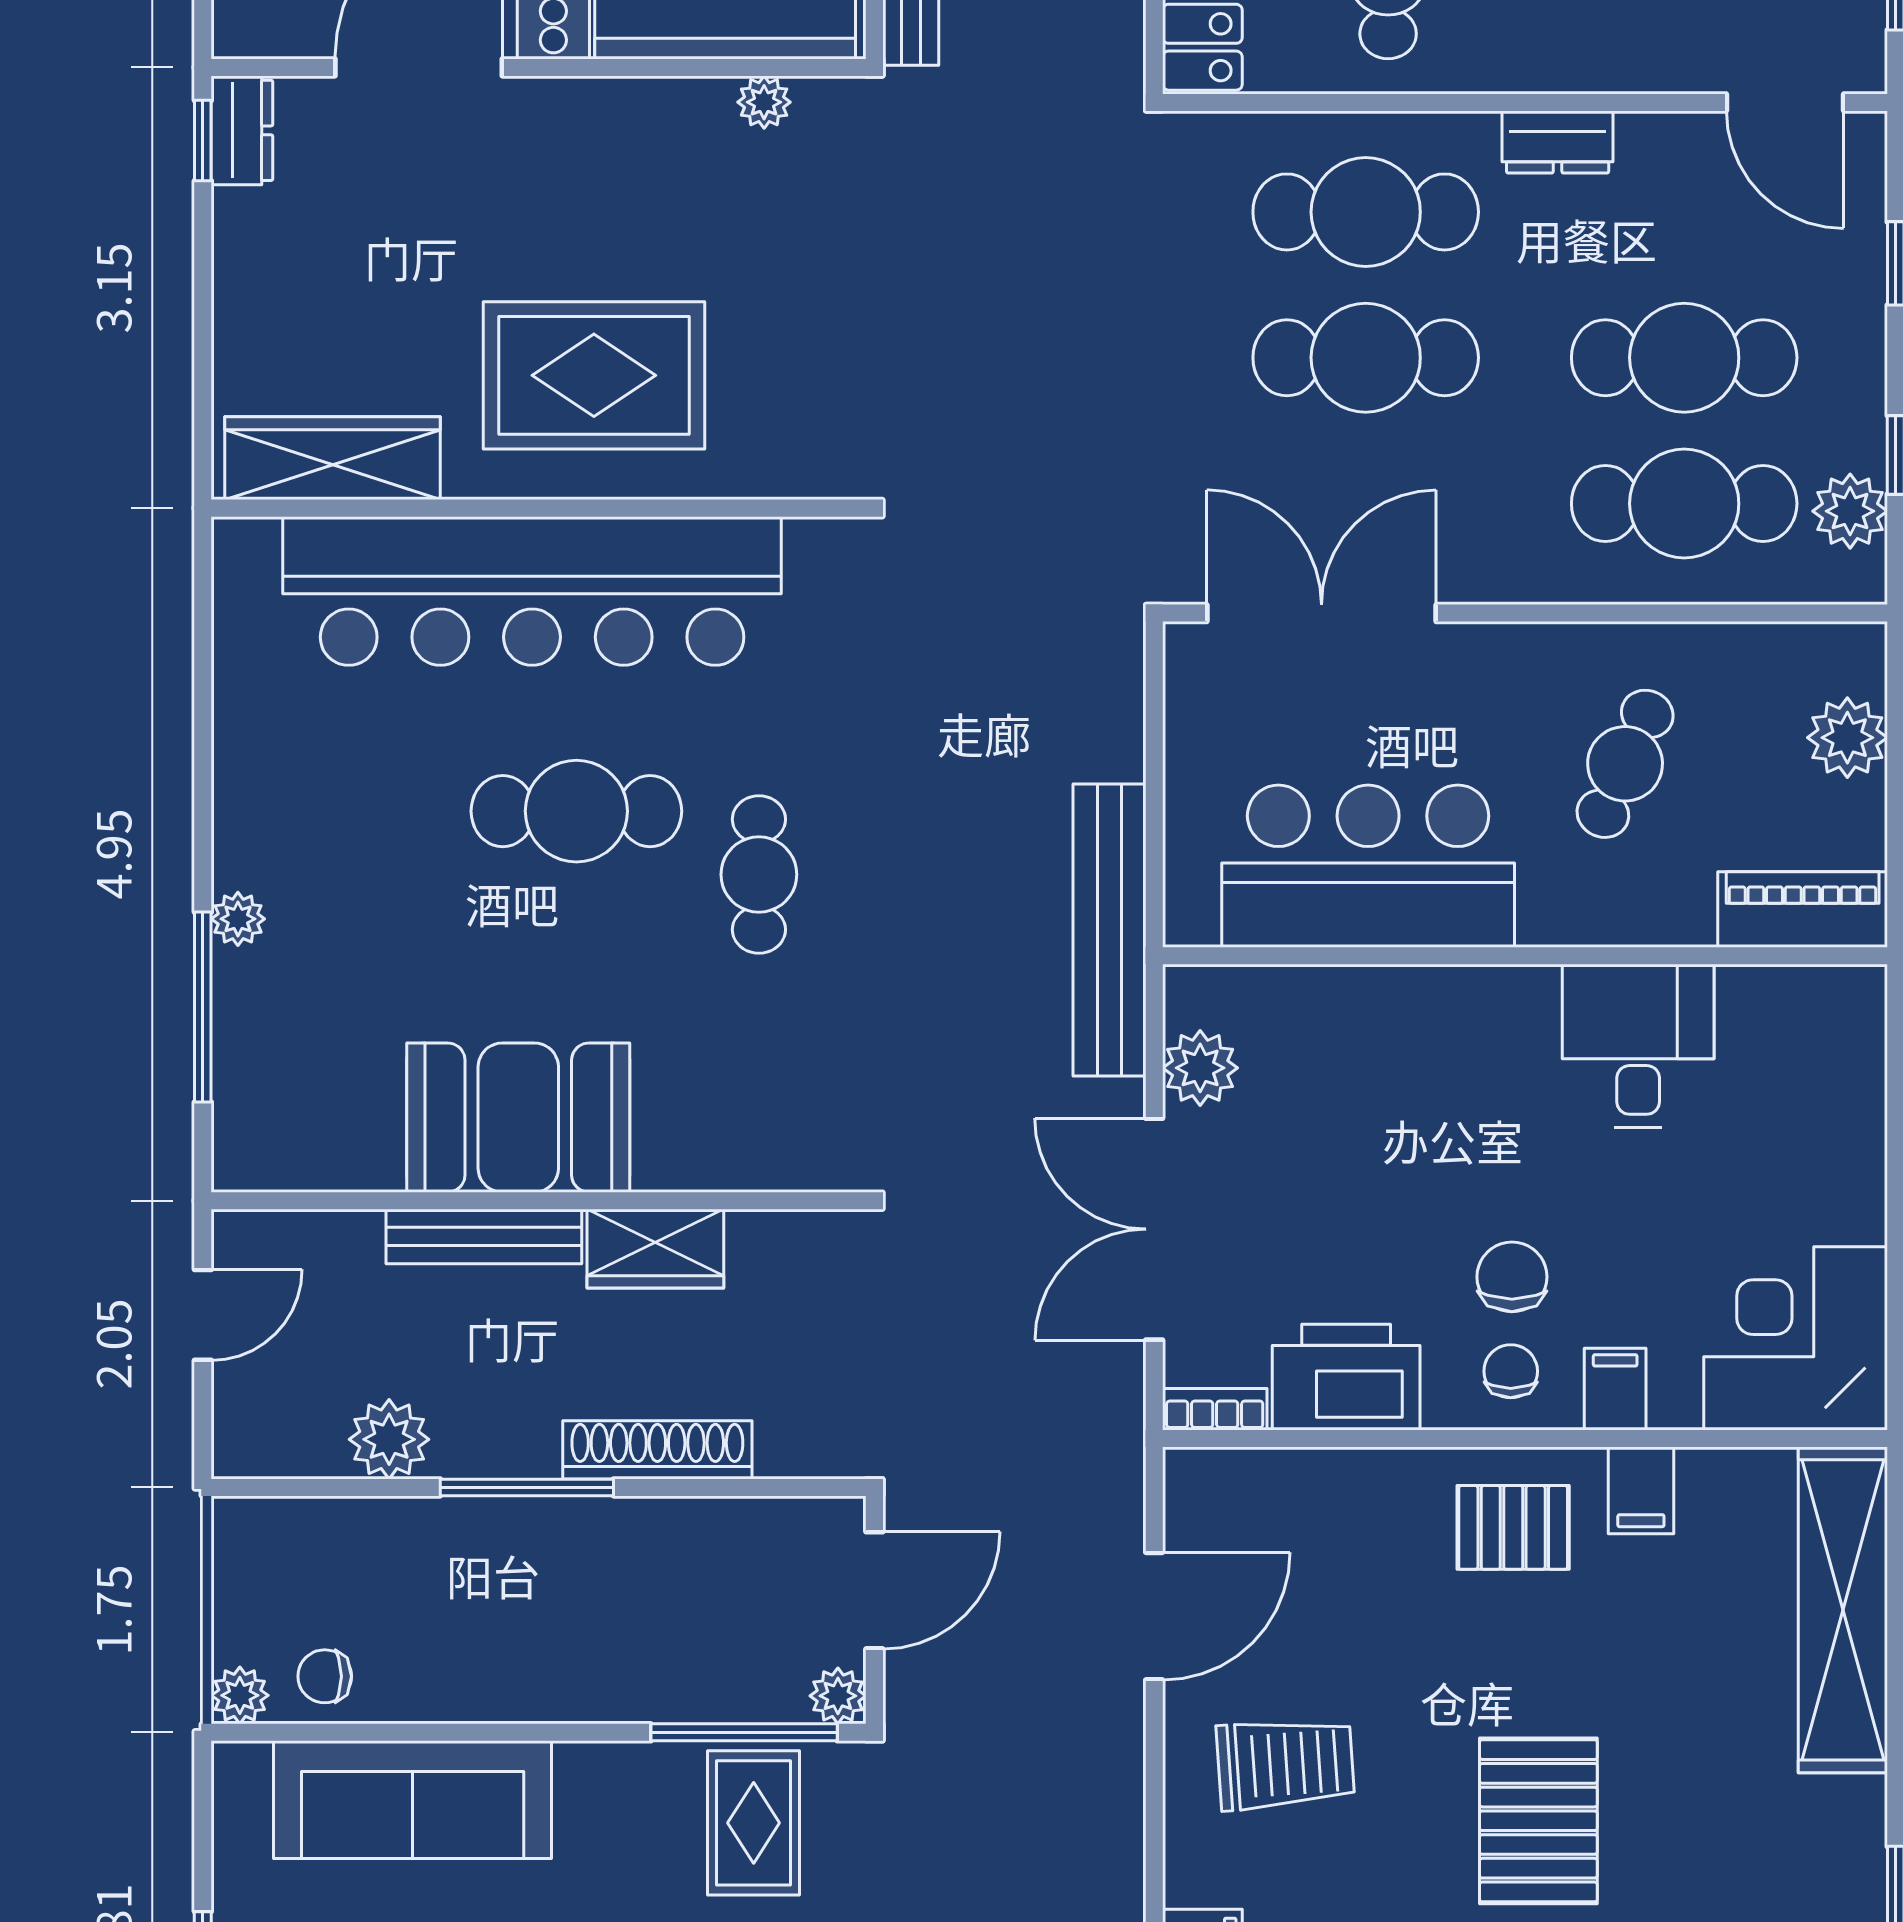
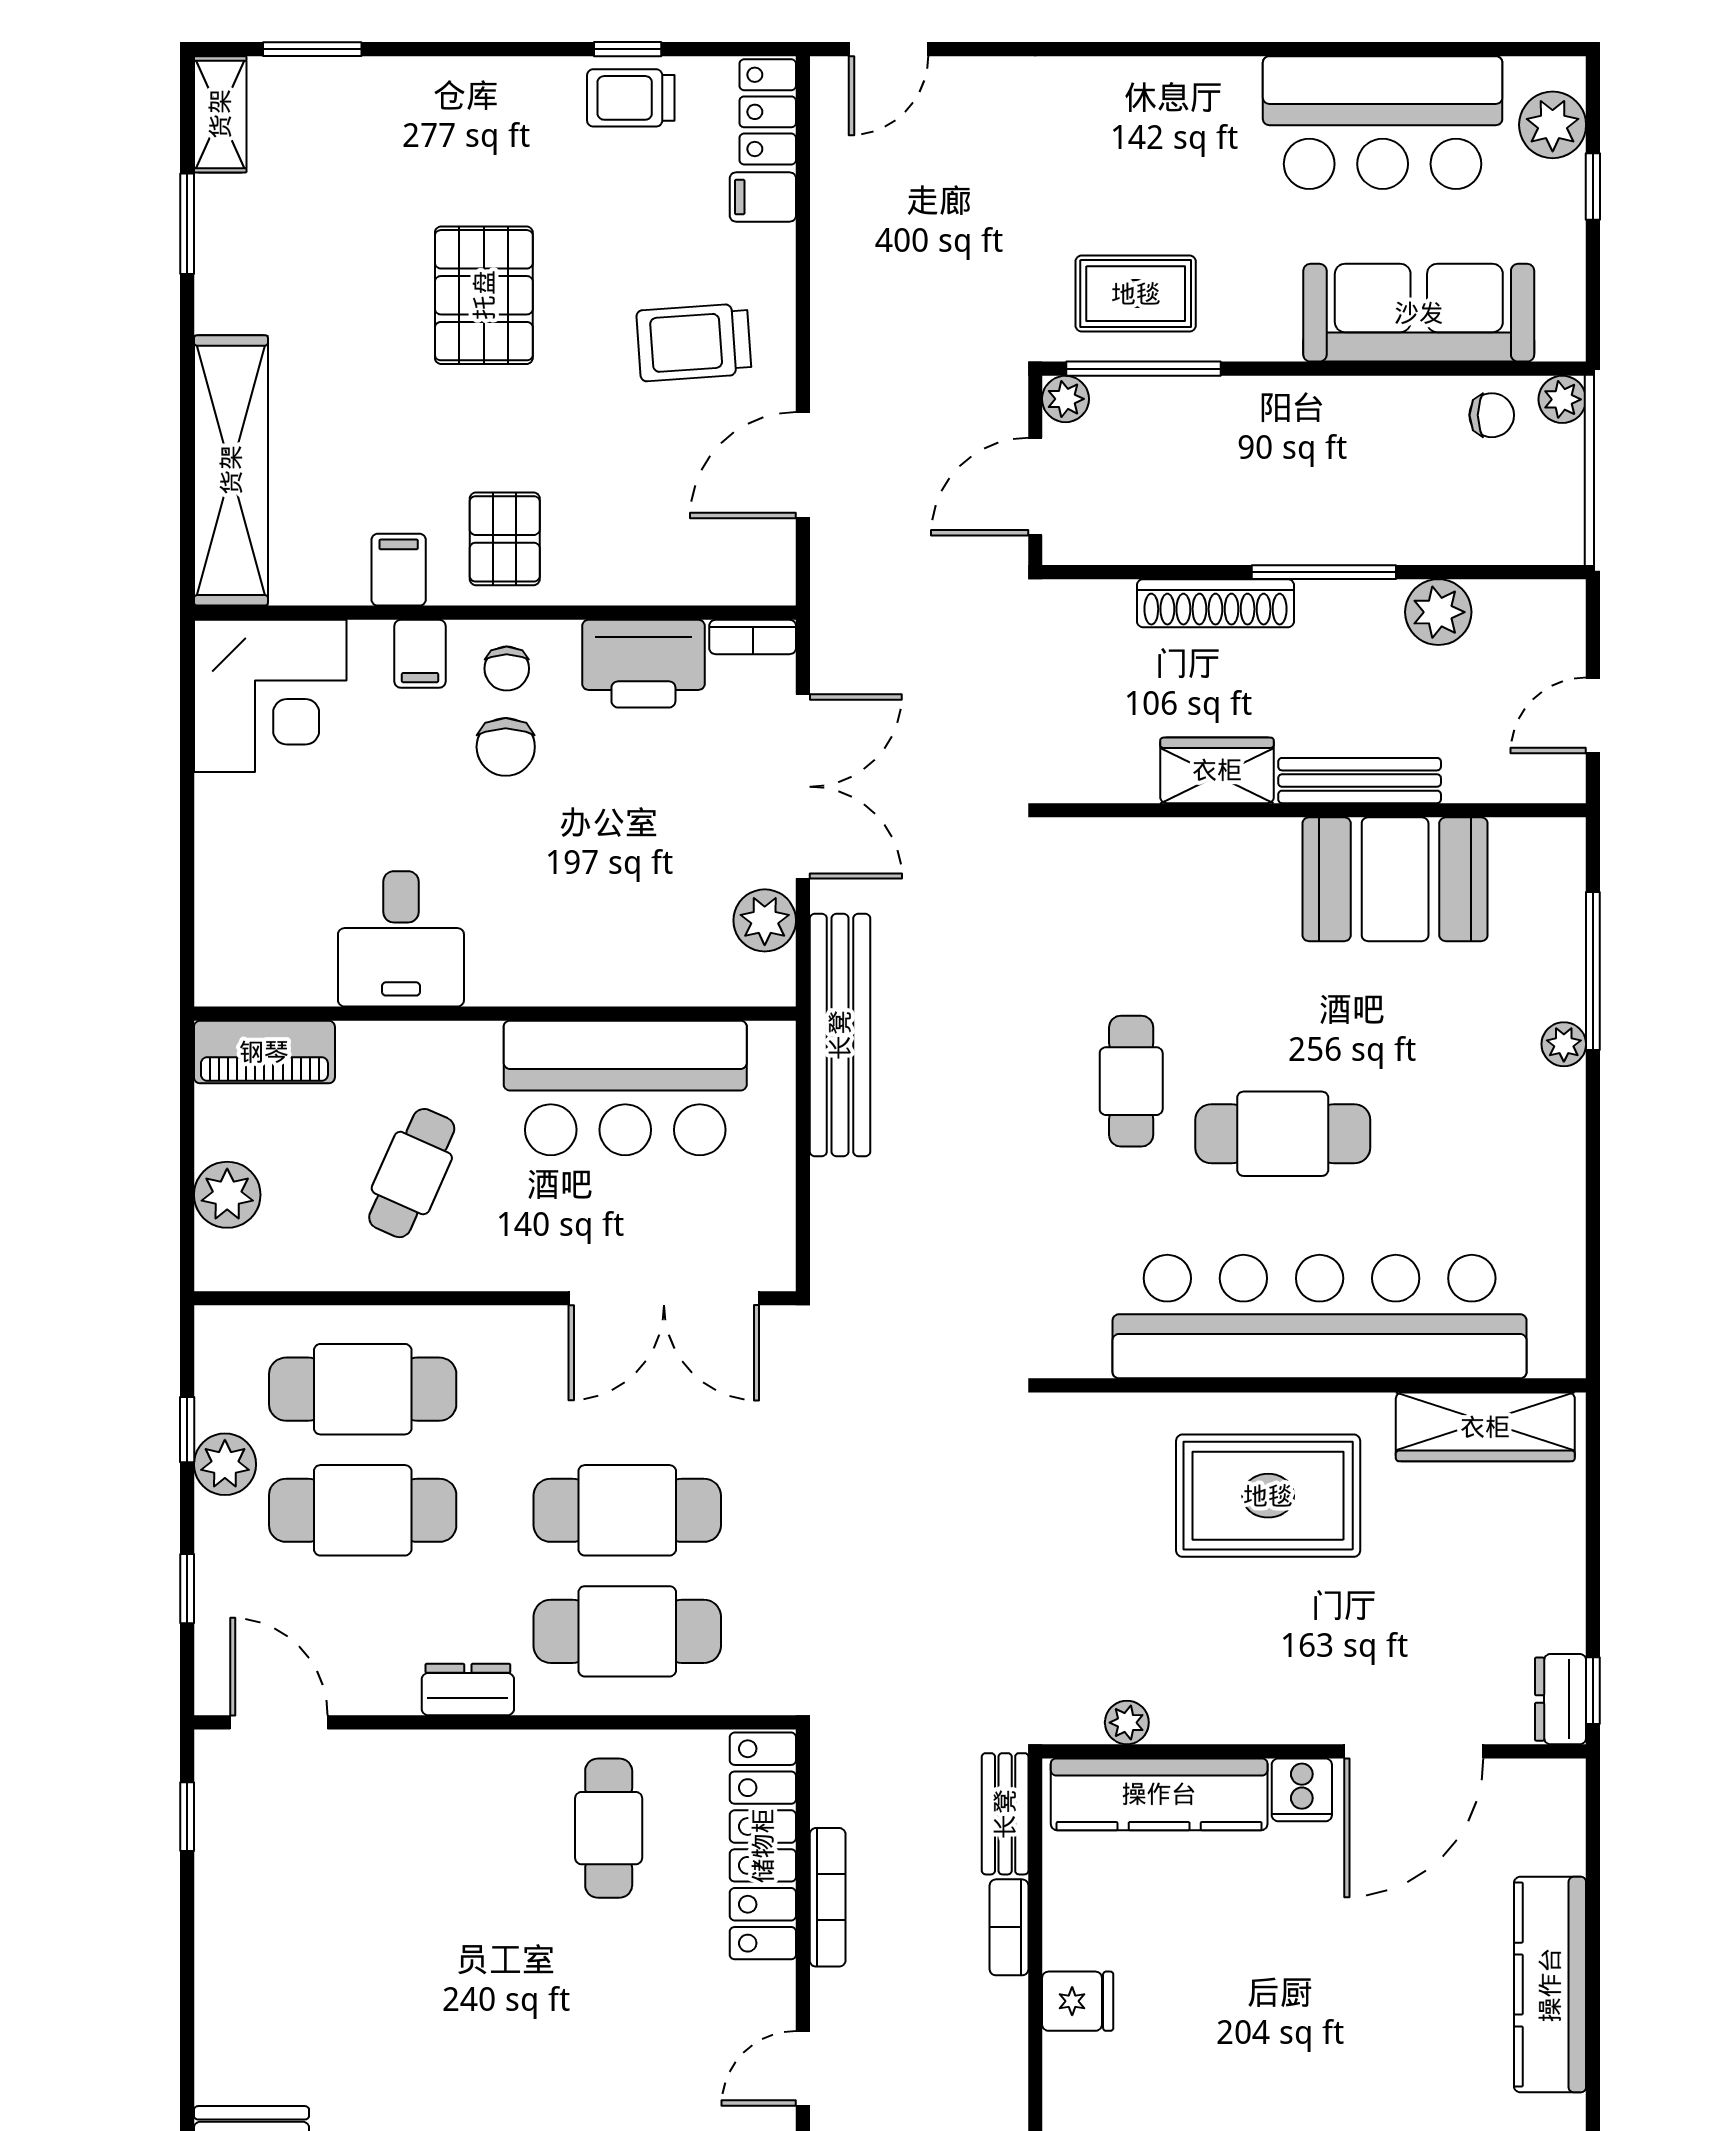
plant: (1850, 511) -> (225, 1464), moved
booth: (518, 1118) -> (1395, 879), moved
pallet: (1513, 1527) -> (505, 539), turned 90
rug: (754, 1823) -> (1136, 294), turned 90

